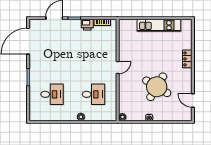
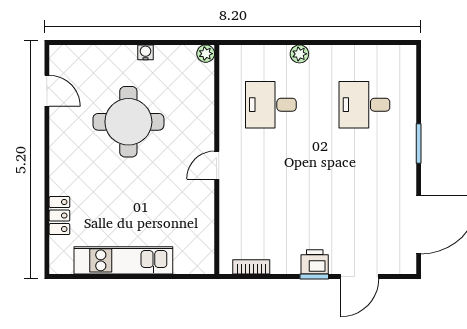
printer: (87, 25) -> (315, 262), moved
locker: (187, 59) -> (59, 216), moved
round table: (157, 87) -> (128, 122), turned -31

